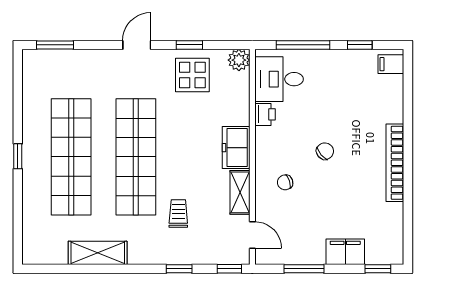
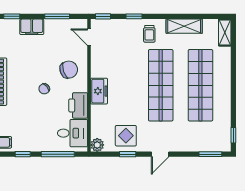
printer: (265, 114) -> (78, 105), width x1.87, depth x1.48
window: (18, 156) -> (233, 135), moved
chair: (285, 182) -> (69, 70), width x1.87, depth x1.87
shelving: (240, 192) -> (225, 32), moved
trolley: (178, 214) -> (149, 34), moved

